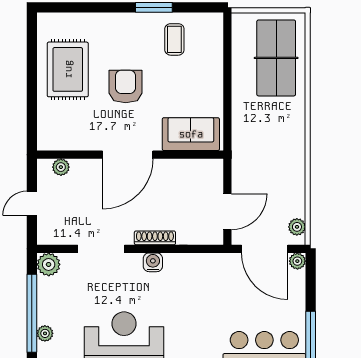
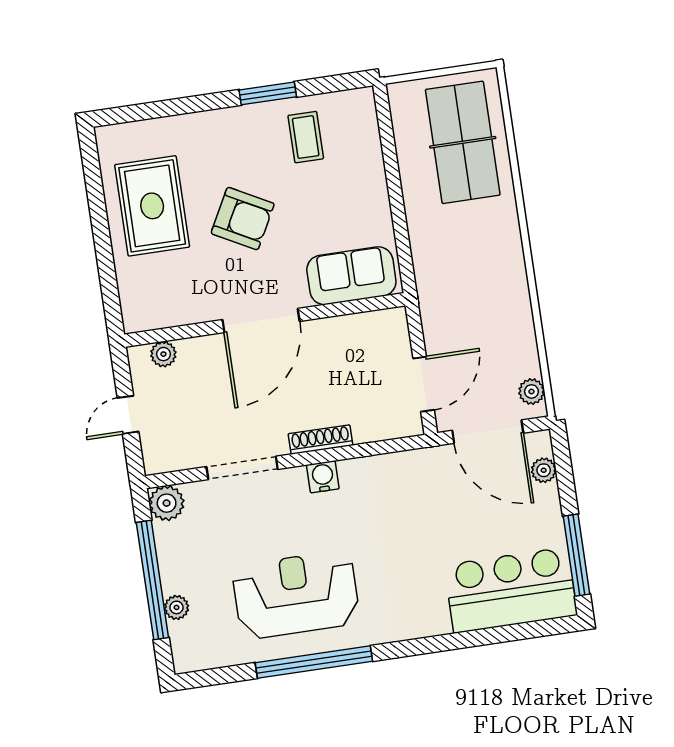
armchair: (126, 86) -> (243, 219), turned 118
plant: (297, 261) -> (544, 470), moved

